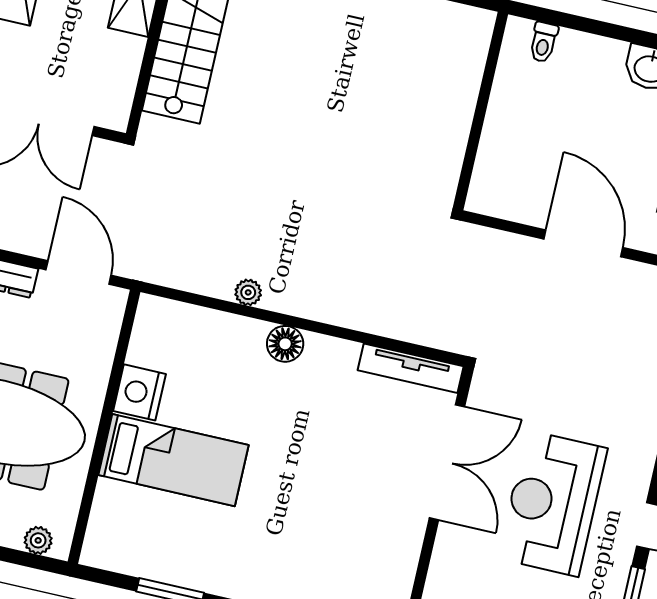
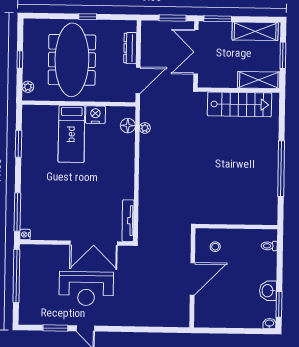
stool: (518, 172) -> (215, 247), added
plant: (248, 292) -> (145, 128), moved
floor lamp: (285, 344) -> (128, 126), moved
reception desk: (553, 503) -> (86, 289), turned 180

